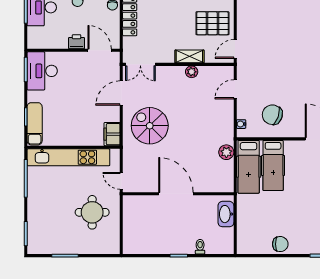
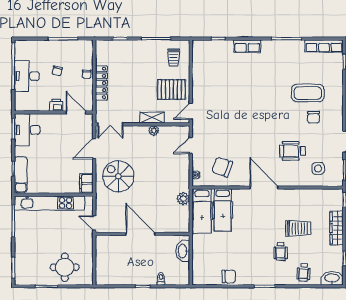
round table: (92, 212) -> (65, 267), moved

